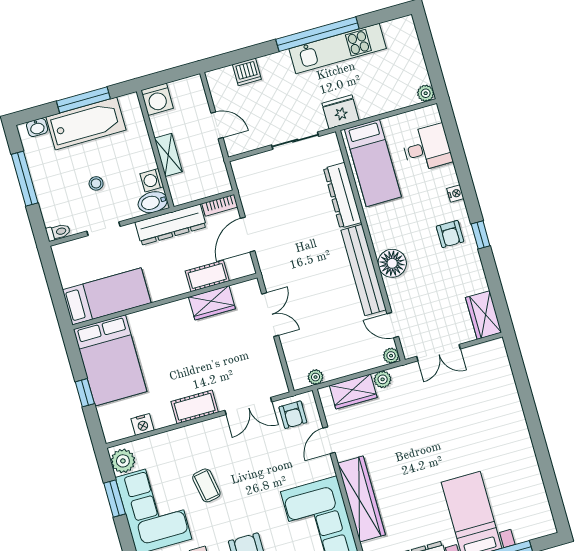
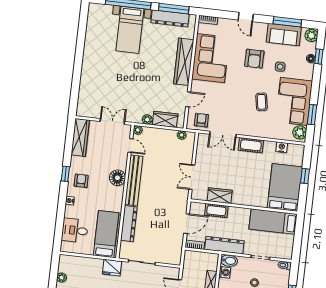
plant: (426, 93) -> (62, 278), moved
wardrobe: (484, 315) -> (80, 137), width x1.50
double door: (248, 406) -> (223, 134), swing flipped

